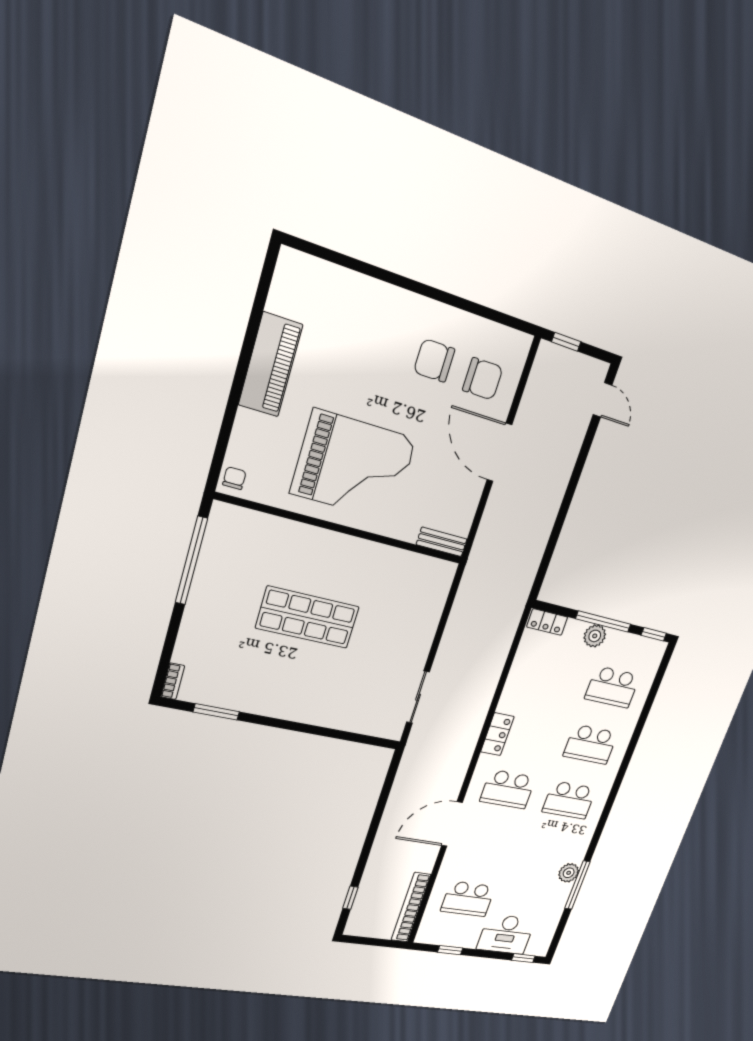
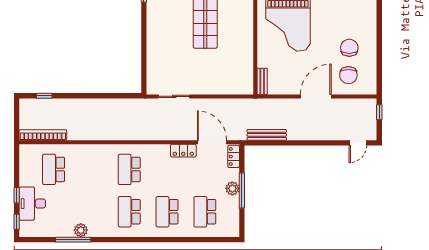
bench: (533, 558) -> (267, 135), added
window: (654, 634) -> (242, 225), removed
locker: (497, 734) -> (183, 151), moved
door: (452, 824) -> (212, 142), moved
window: (450, 950) -> (17, 195), moved

